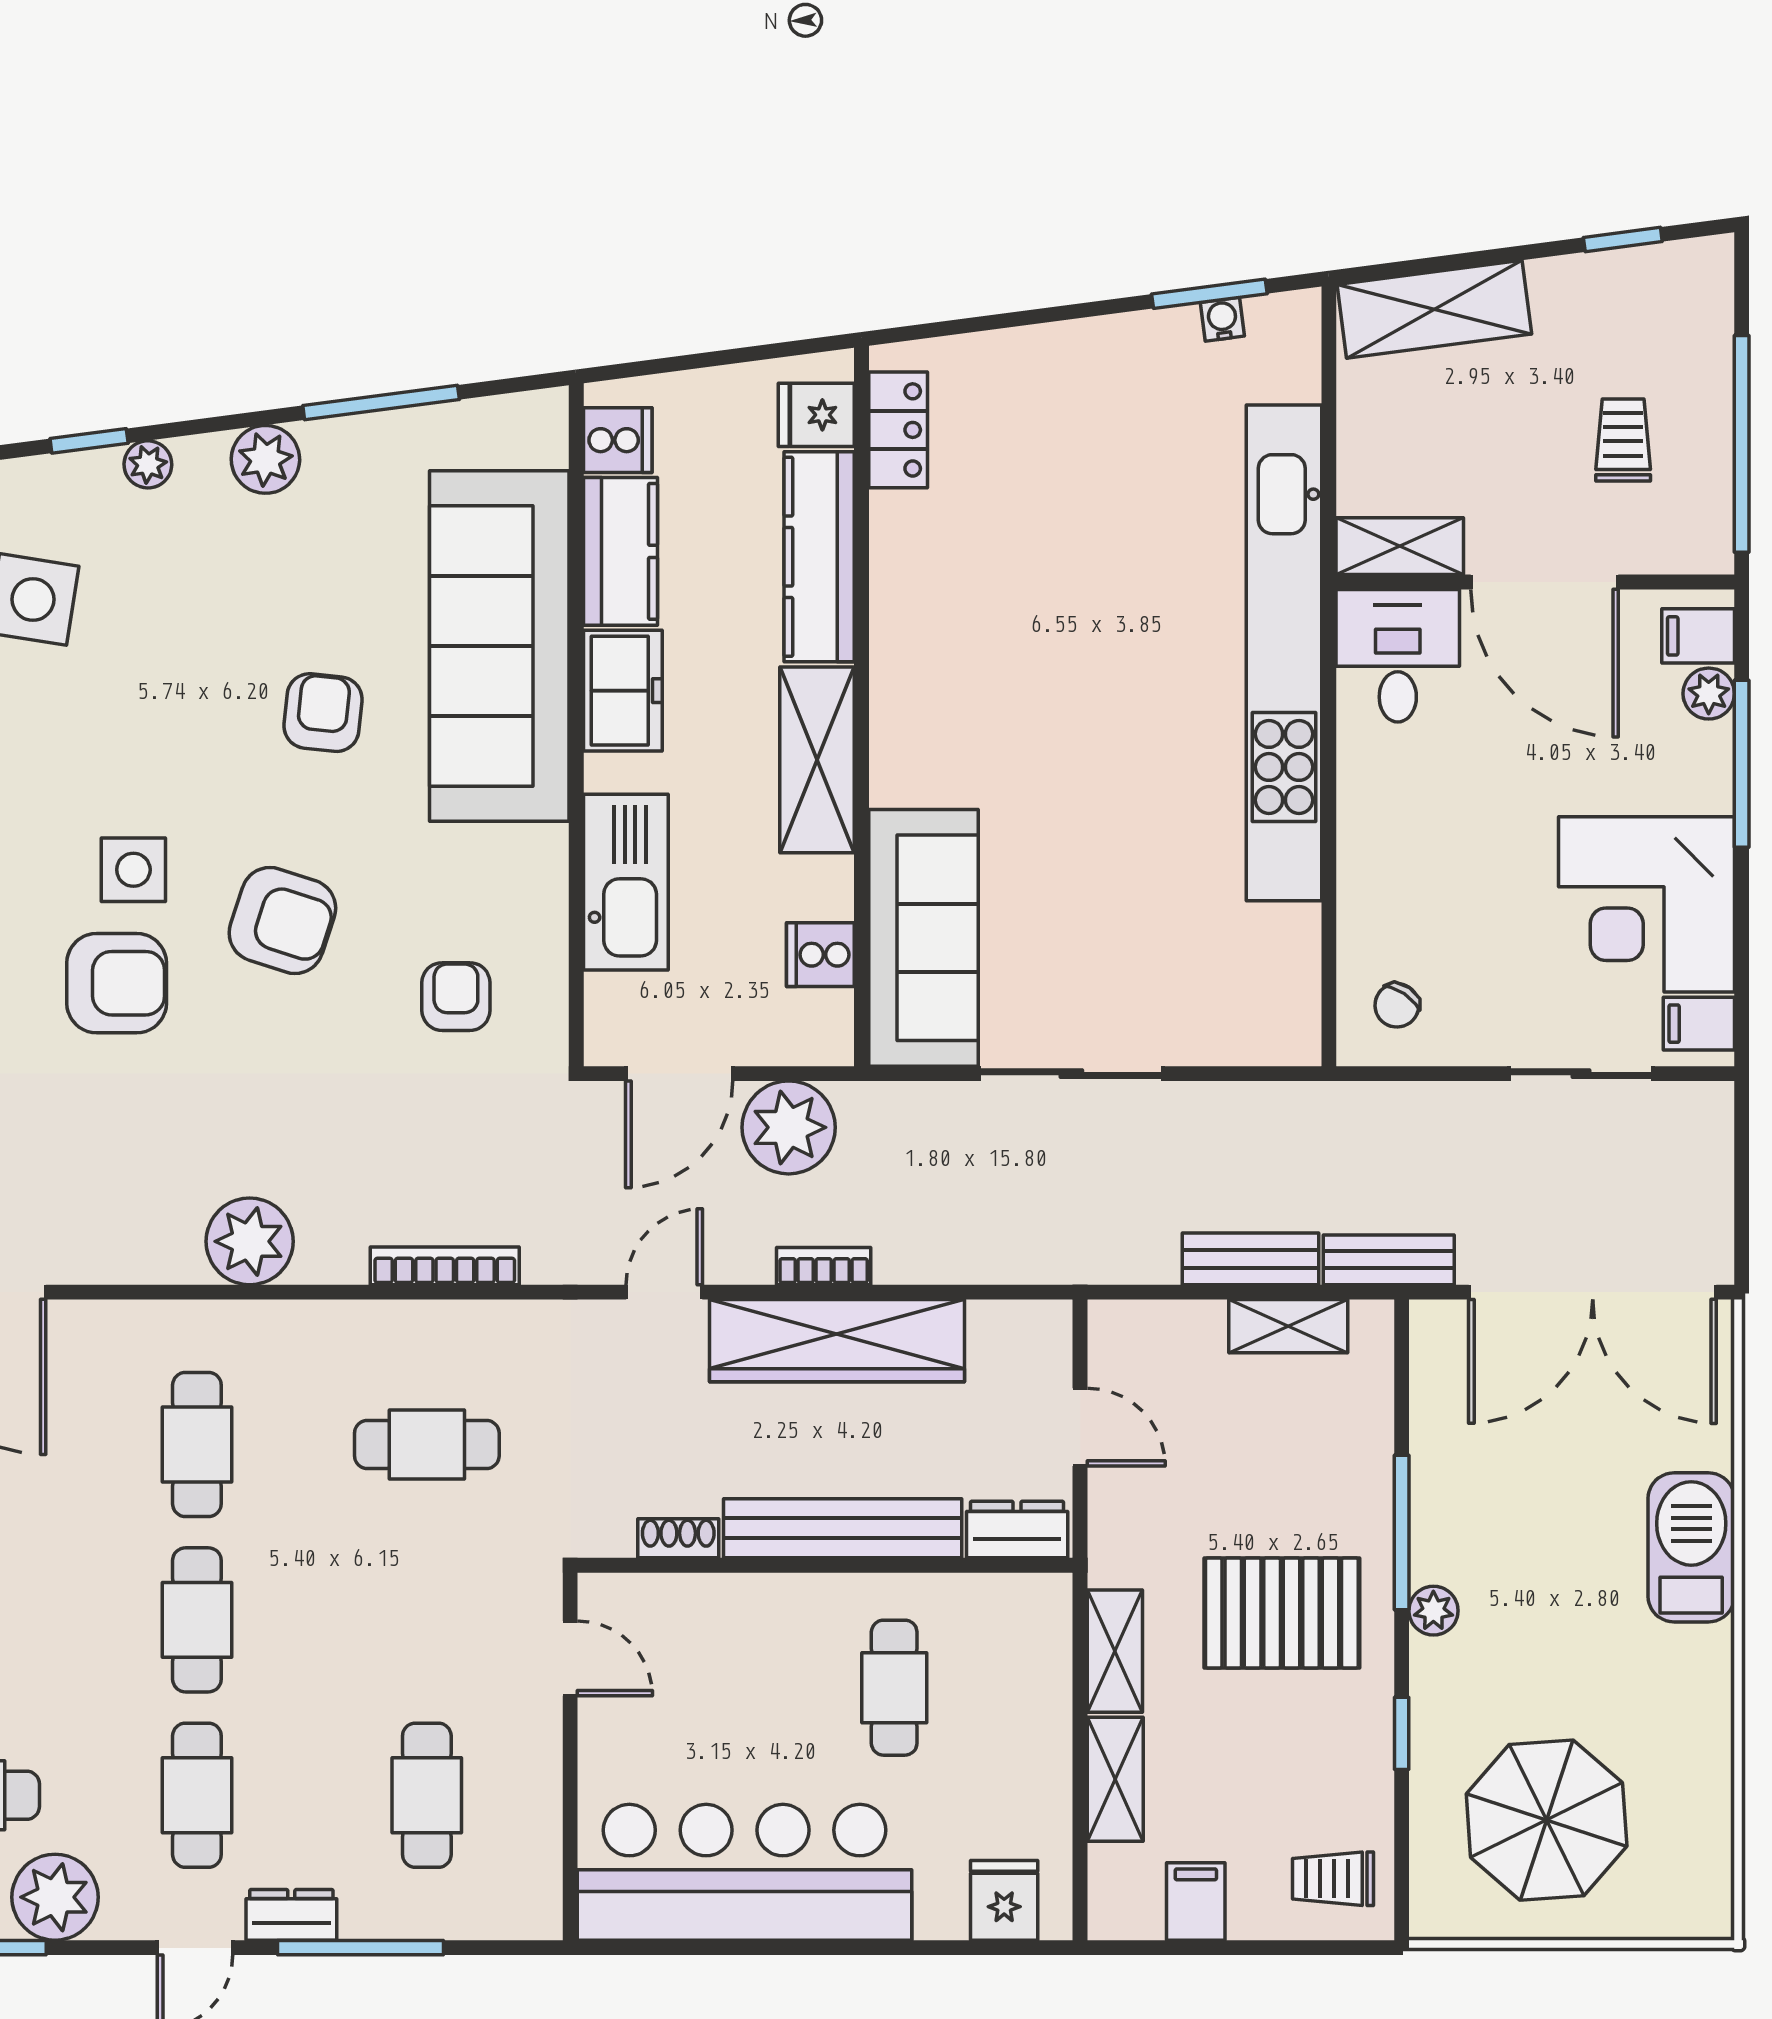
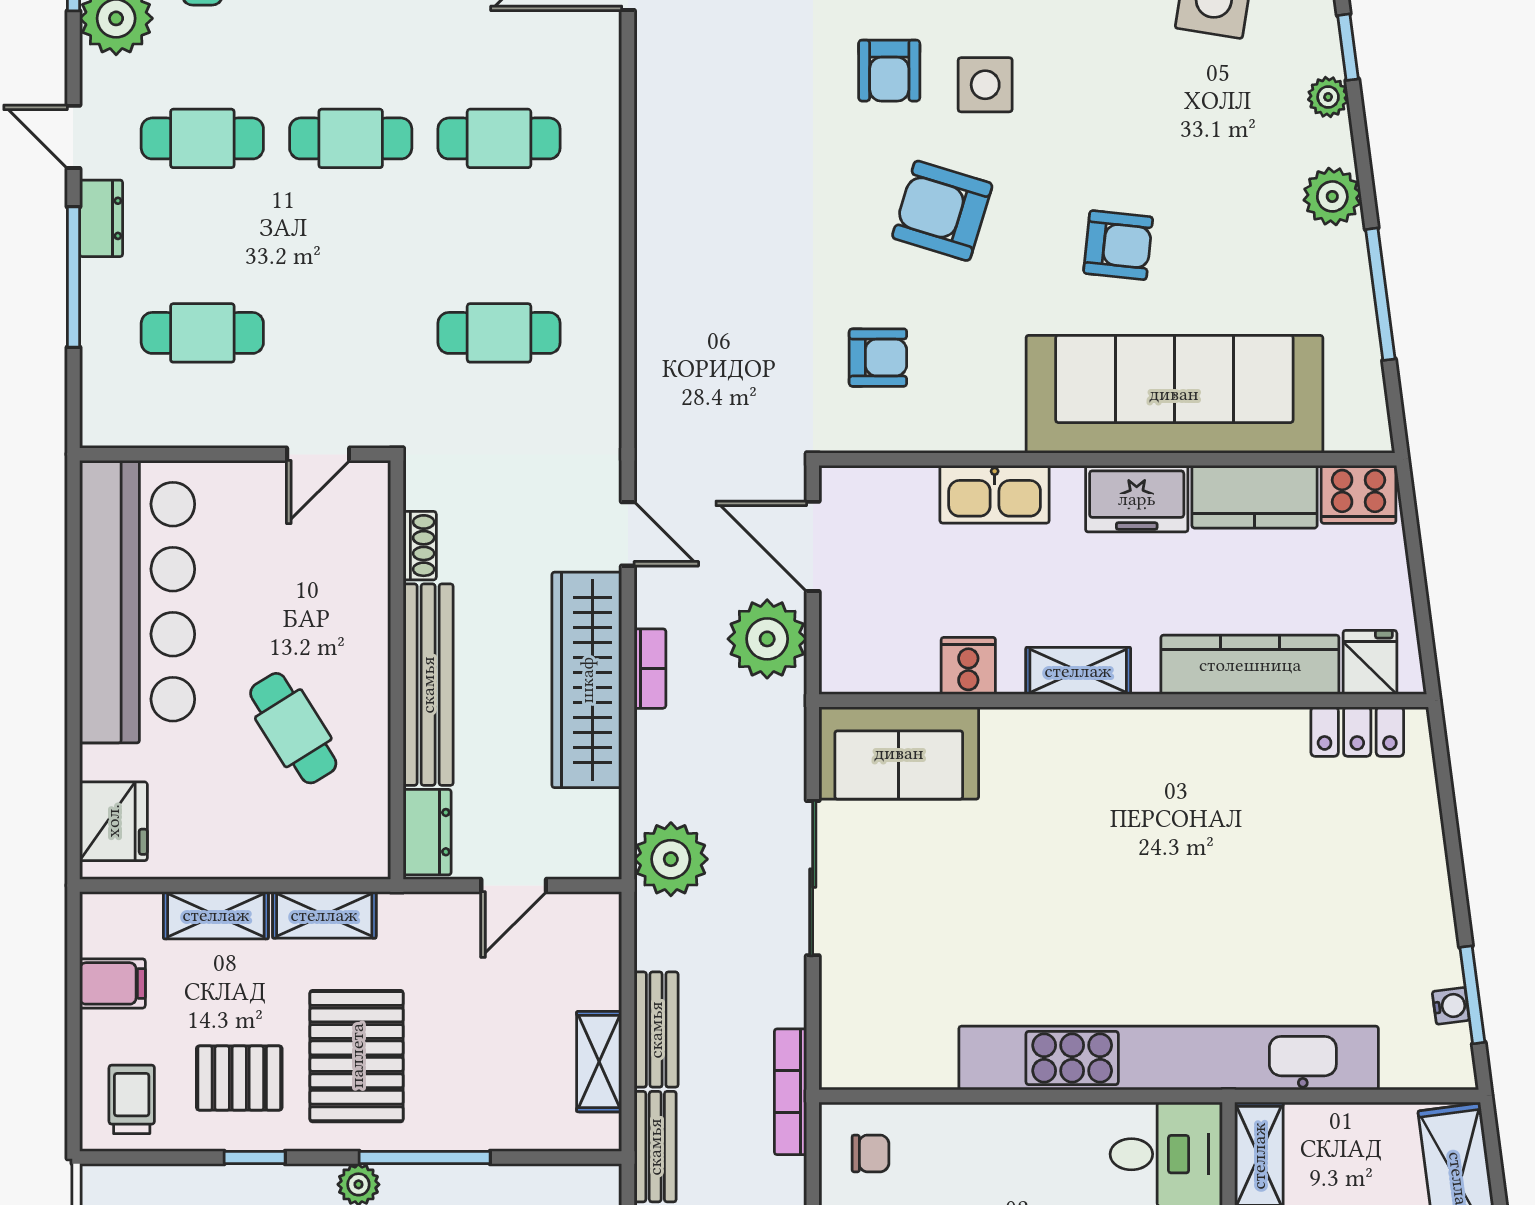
cooker: (618, 440) -> (1359, 494), width x1.36
shelving: (817, 760) -> (1078, 671), width x0.67, depth x0.75
kitchen sink: (626, 882) -> (995, 494), width x0.73, depth x0.81
armchair: (282, 920) -> (942, 211), turned 89
sofa: (923, 938) -> (899, 753), width x0.73
cooker: (820, 955) -> (968, 666), moved
armchair: (117, 983) -> (889, 71), width x0.72, depth x0.72
chair: (1397, 1005) -> (870, 1153), turned 146
plant: (250, 1241) -> (671, 859), moved
bookcase: (445, 1266) -> (790, 1092), moved, turned 180
cafe table: (427, 1444) -> (499, 333), turned 90
cafe table: (894, 1688) -> (293, 728), turned 58
pallet: (1308, 1752) -> (239, 1078), added
fridge: (1004, 1900) -> (113, 821), width x1.38

